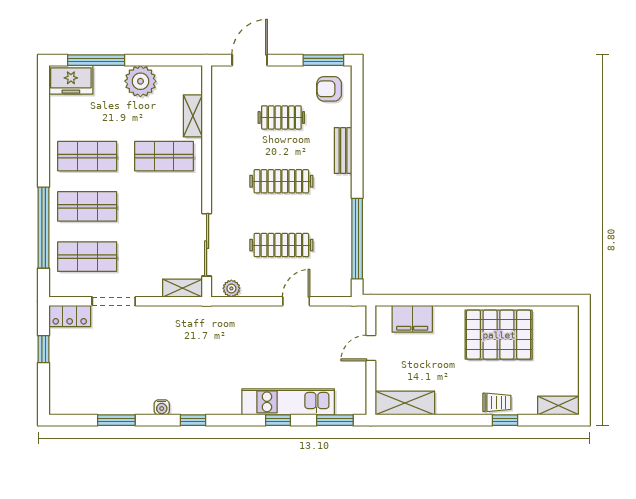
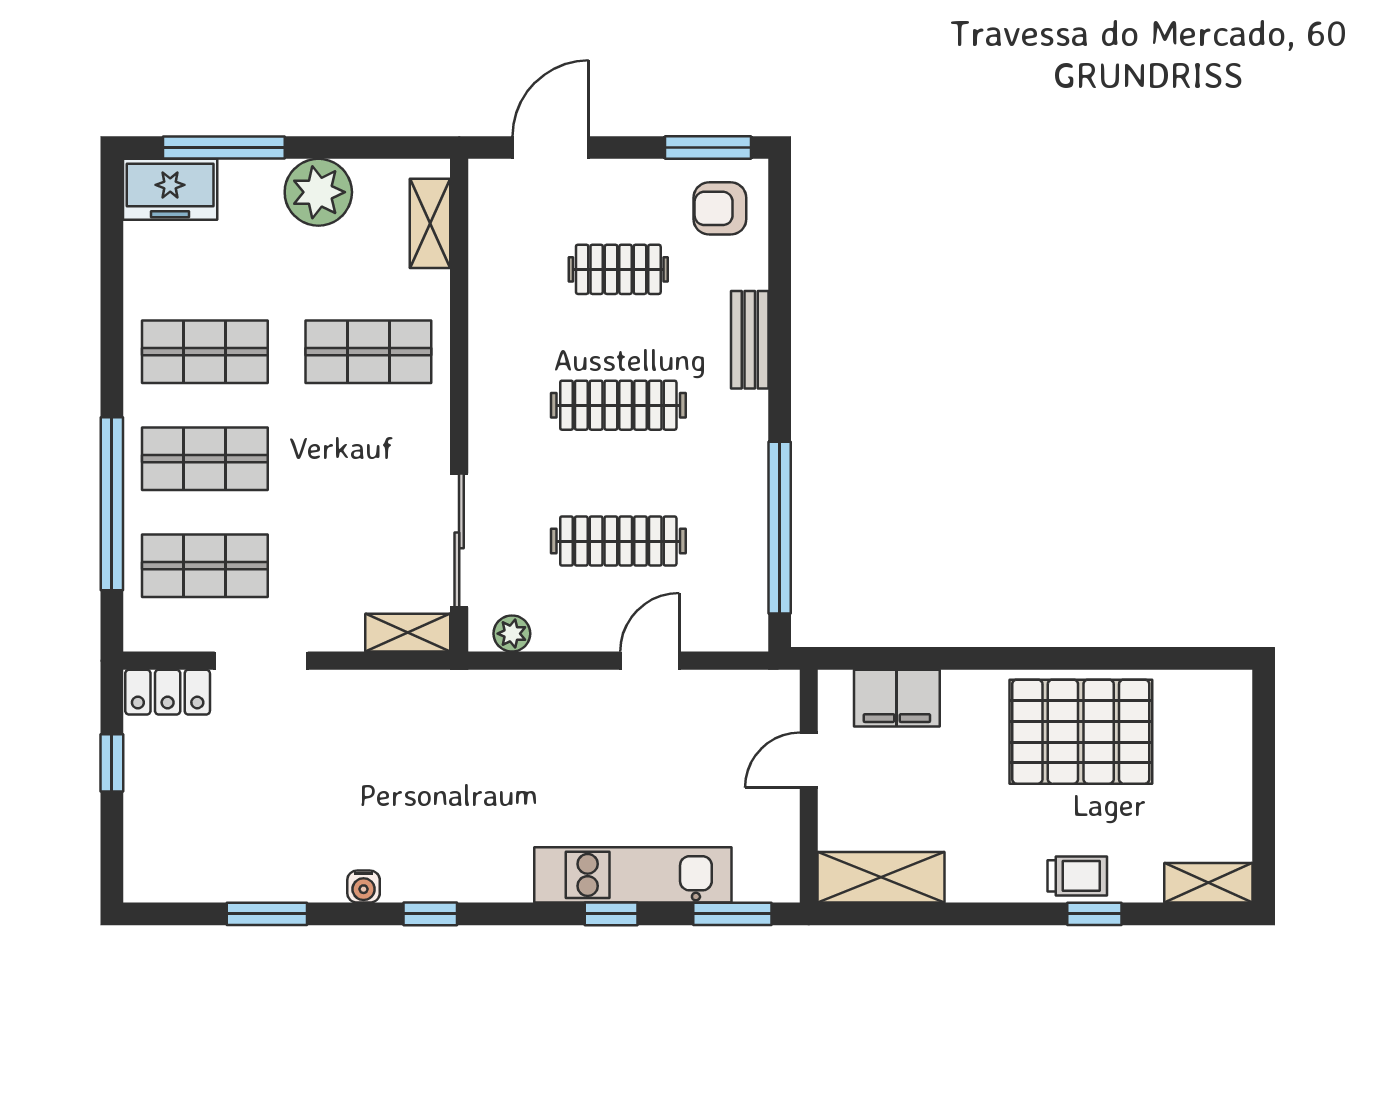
shelving: (193, 116) -> (430, 223), moved

